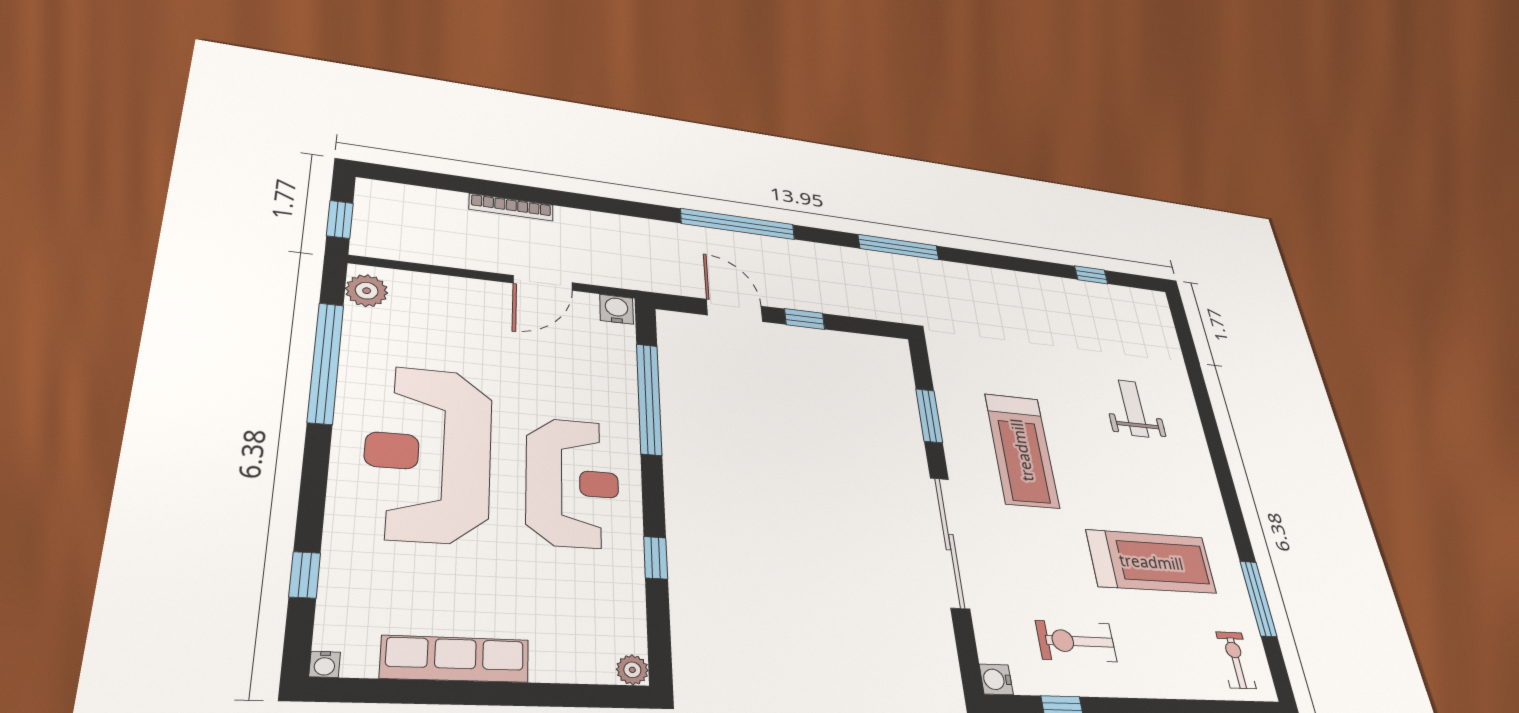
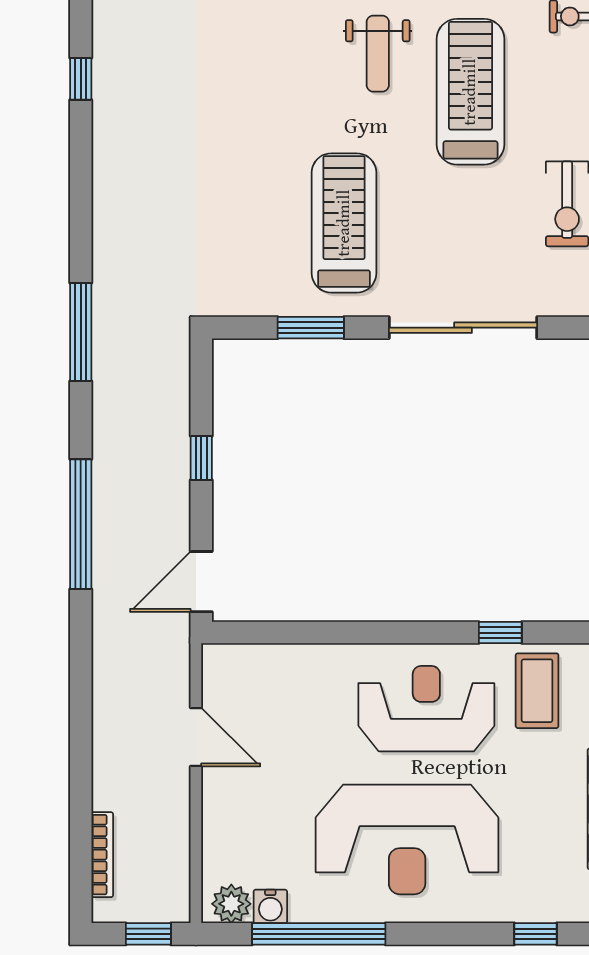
bookcase: (511, 207) -> (102, 855), moved
water cooler: (617, 309) -> (270, 906), moved, turned -90
door: (735, 310) -> (201, 582), moved
window: (649, 399) -> (324, 633), removed
weight bench: (1133, 408) -> (378, 54), moved, turned -90
treadmill: (1022, 450) -> (344, 223), turned -90
coffee table: (594, 591) -> (537, 691), added

